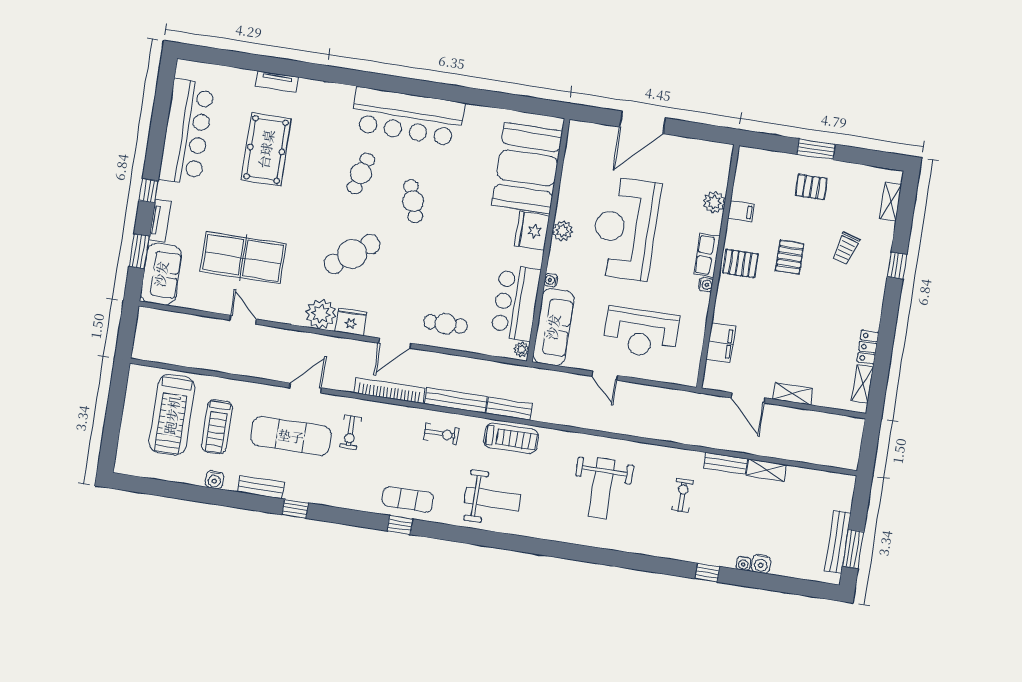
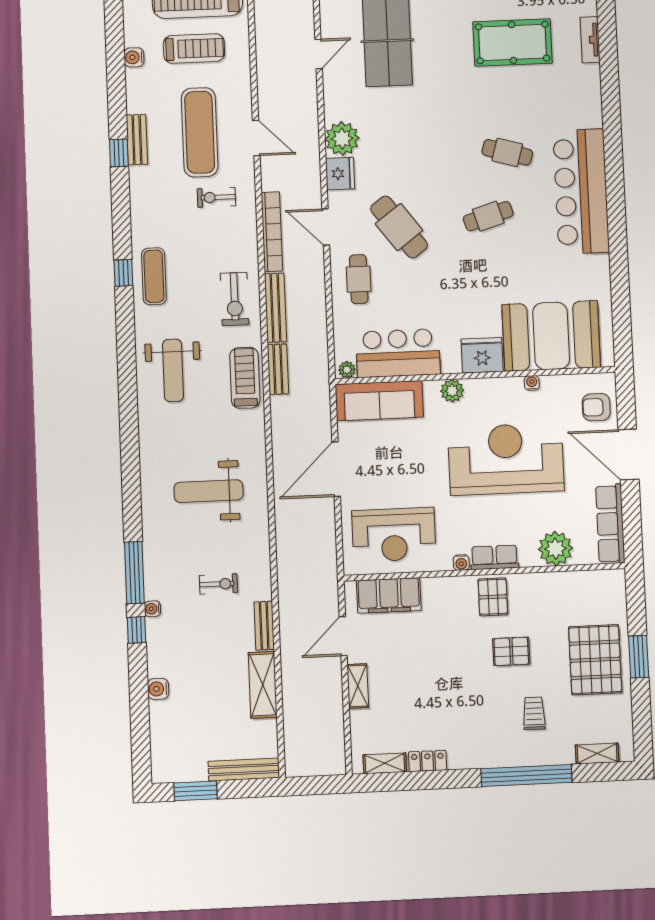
armchair: (596, 142) -> (596, 407), added
row of seats: (698, 150) -> (610, 524), added
pallet: (811, 187) -> (595, 660), width x2.05, depth x2.00
plant: (714, 202) -> (555, 549), width x1.36, depth x1.36
filing cabinet: (741, 211) -> (552, 586), removed
plant: (562, 231) -> (452, 391), moved
trolley: (846, 248) -> (534, 713), turned 74
cafe table: (352, 254) -> (399, 227), moved
window: (897, 266) -> (526, 775), width x3.17
water cooler: (551, 280) -> (532, 383), moved
reception desk: (641, 333) -> (394, 535), moved, turned -90
filing cabinet: (721, 343) -> (389, 595), width x1.50, depth x1.17
door: (605, 376) -> (336, 469), width x1.87
treadmill: (217, 426) -> (194, 49), turned 180
exercise bike: (441, 434) -> (235, 299), width x1.38, depth x1.39
treadmill: (511, 438) -> (245, 378), turned 180
shelving: (766, 470) -> (263, 685), width x1.50, depth x1.33
bench: (261, 487) -> (137, 140), moved
bench: (838, 542) -> (244, 770), moved
water cooler: (743, 563) -> (153, 609), moved
window: (658, 565) -> (134, 573), added

